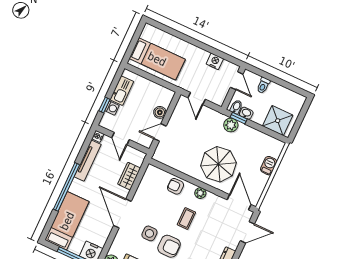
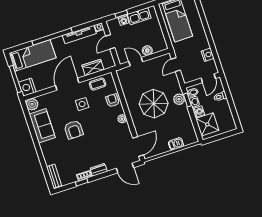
washing machine: (259, 118) -> (198, 112), added
parasol: (218, 164) -> (154, 104), moved
coffee table: (186, 218) -> (98, 84), moved
side table: (149, 233) -> (82, 104), moved

